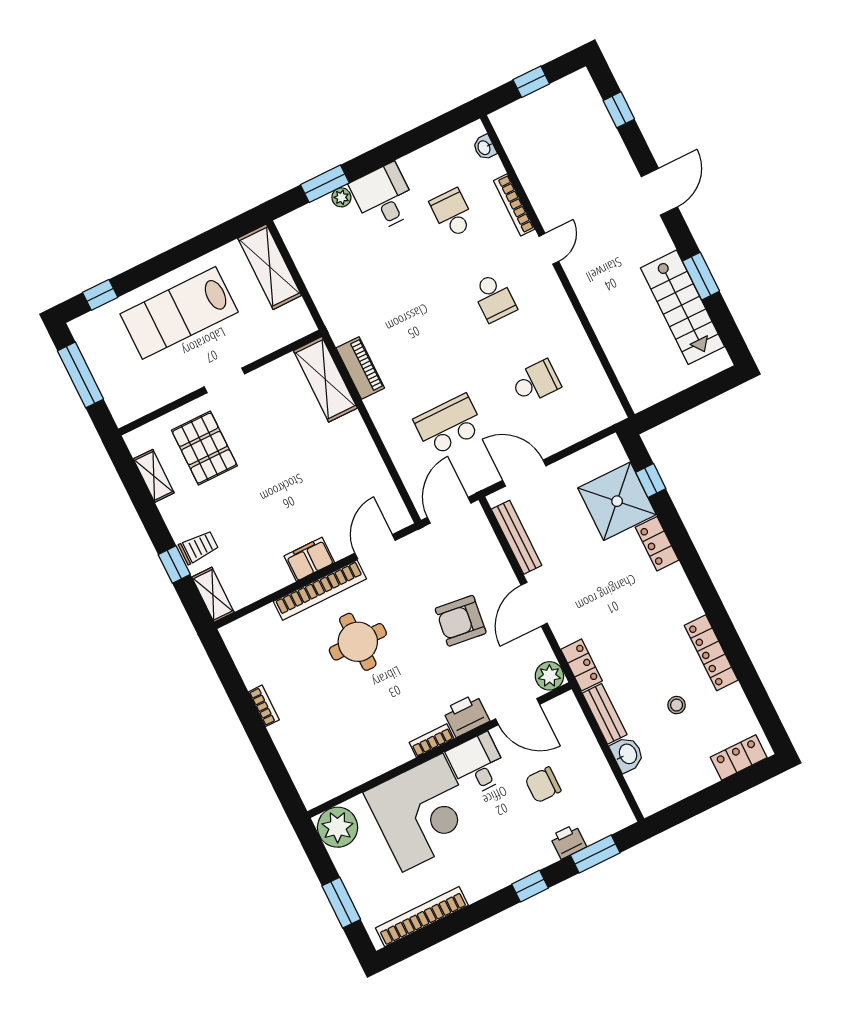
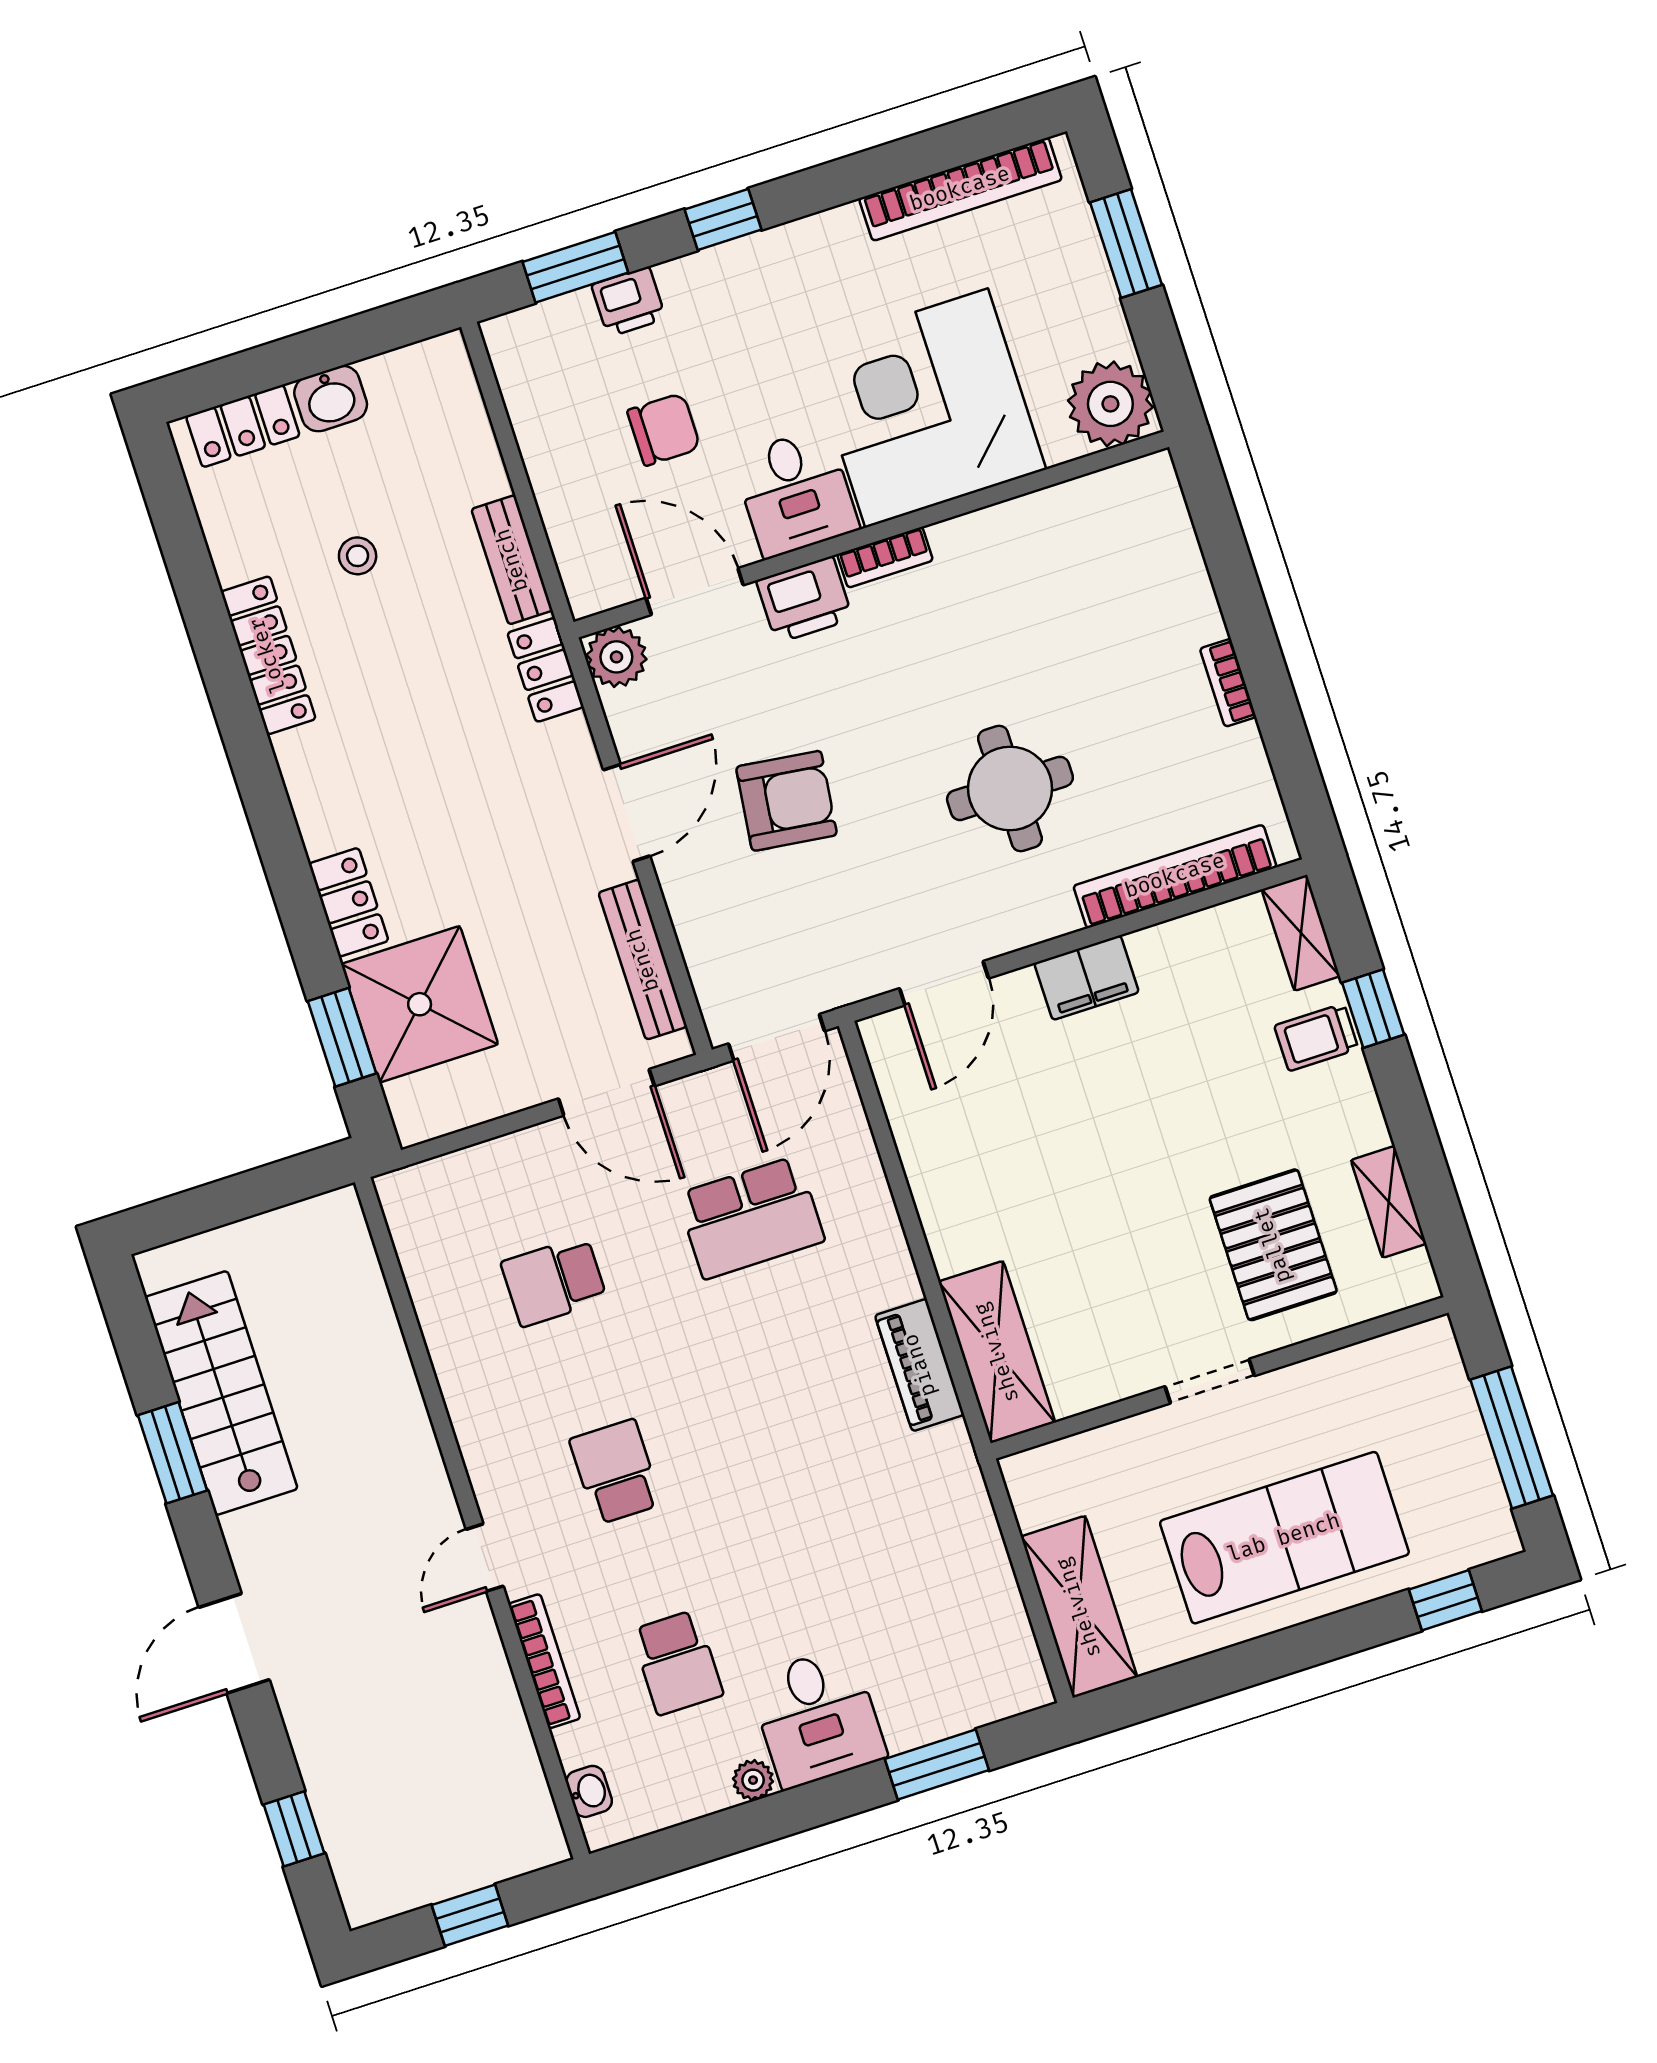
plant: (341, 197) -> (753, 1780), moved
window: (651, 481) -> (342, 1037), width x1.50
bookcase: (320, 590) -> (1175, 876), moved
washbasin: (627, 754) -> (331, 399), moved, turned -90

